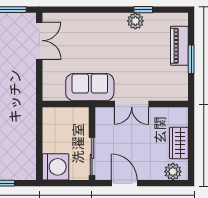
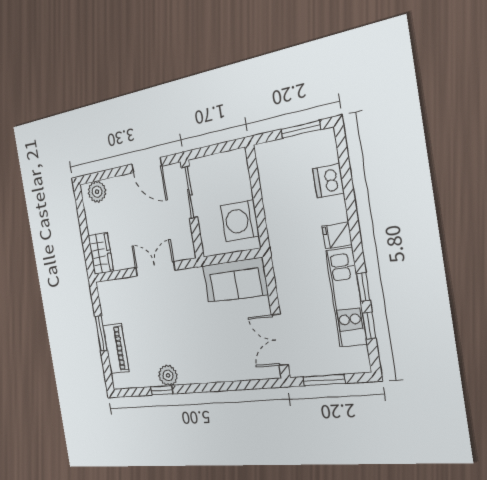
sofa: (90, 87) -> (235, 280), moved
wardrobe: (179, 143) -> (101, 253), moved
washing machine: (56, 167) -> (240, 221), moved

